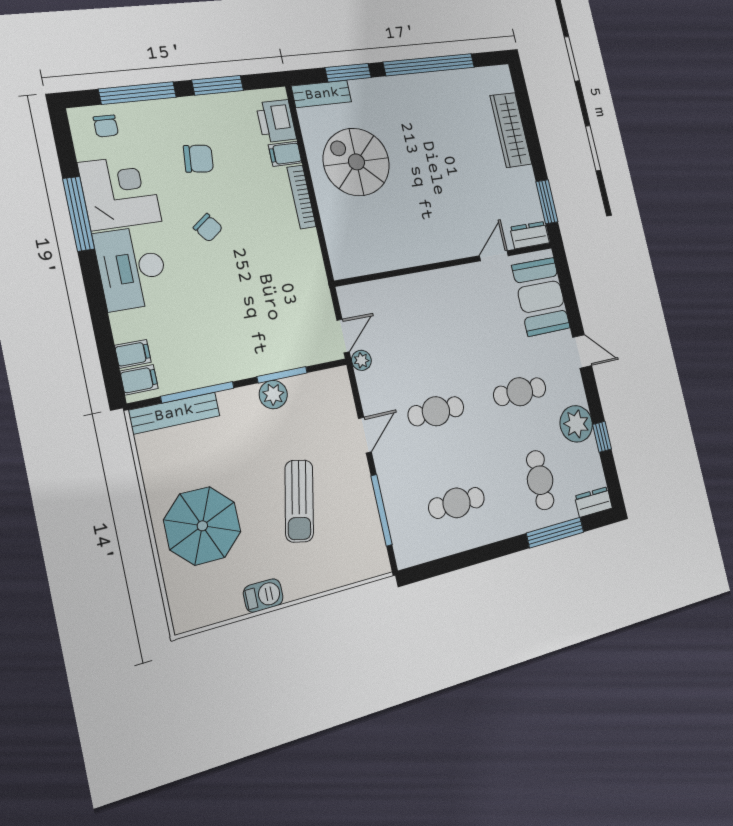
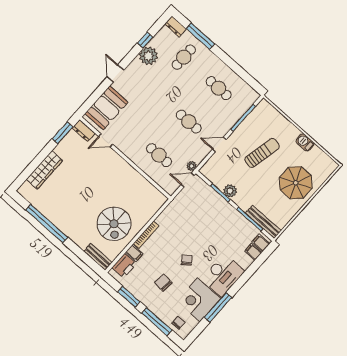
window: (348, 73) -> (80, 253), removed
cafe table: (520, 392) -> (159, 155), moved

